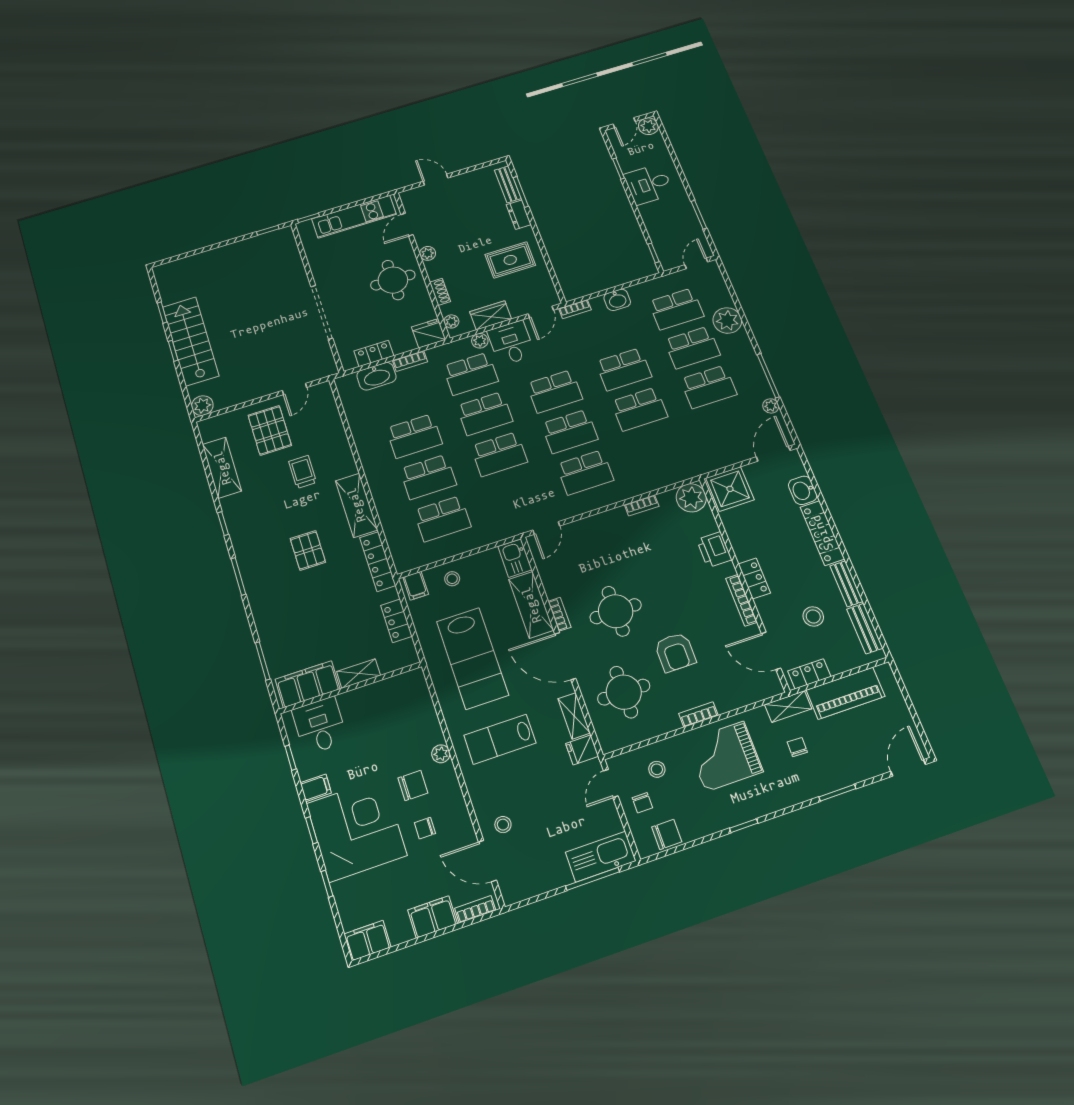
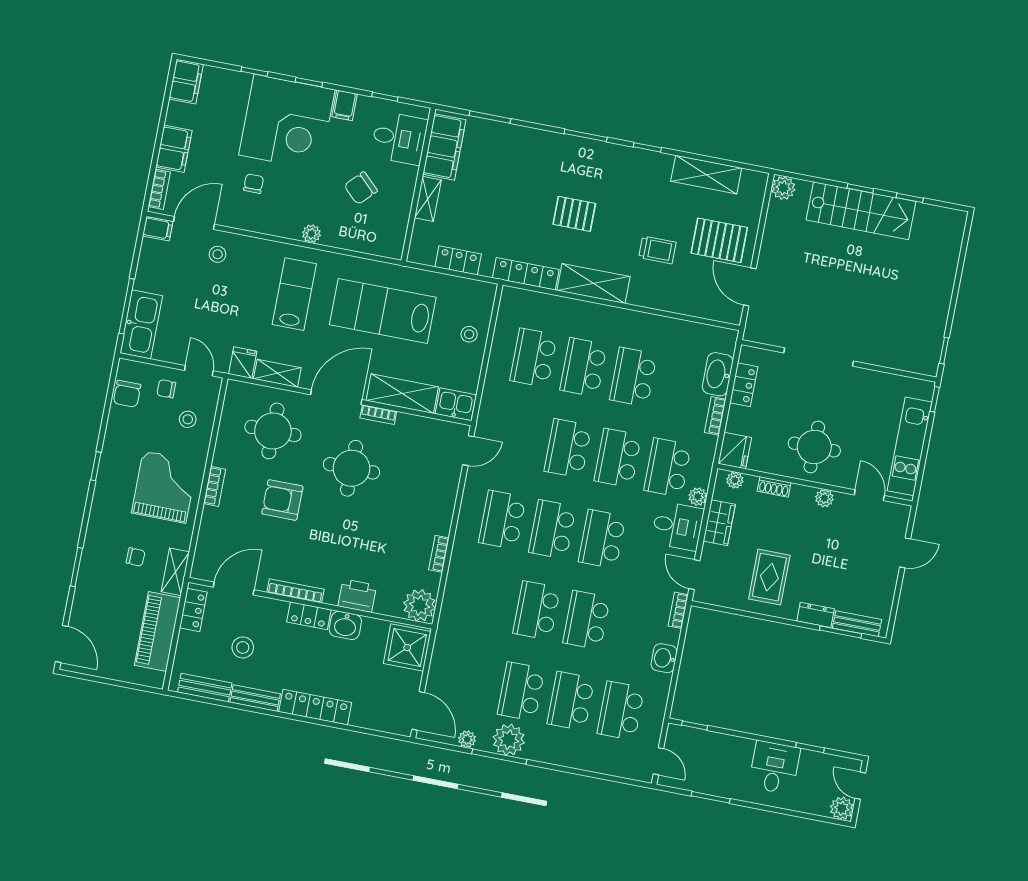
plant: (727, 320) -> (509, 740), moved
door: (295, 389) -> (750, 287), width x1.38
washbasin: (803, 490) -> (345, 625), moved, turned 180
door: (546, 528) -> (468, 451), swing flipped
filing cabinet: (416, 586) -> (158, 229), moved, turned 180
chair: (413, 785) -> (361, 188), moved, turned 44

